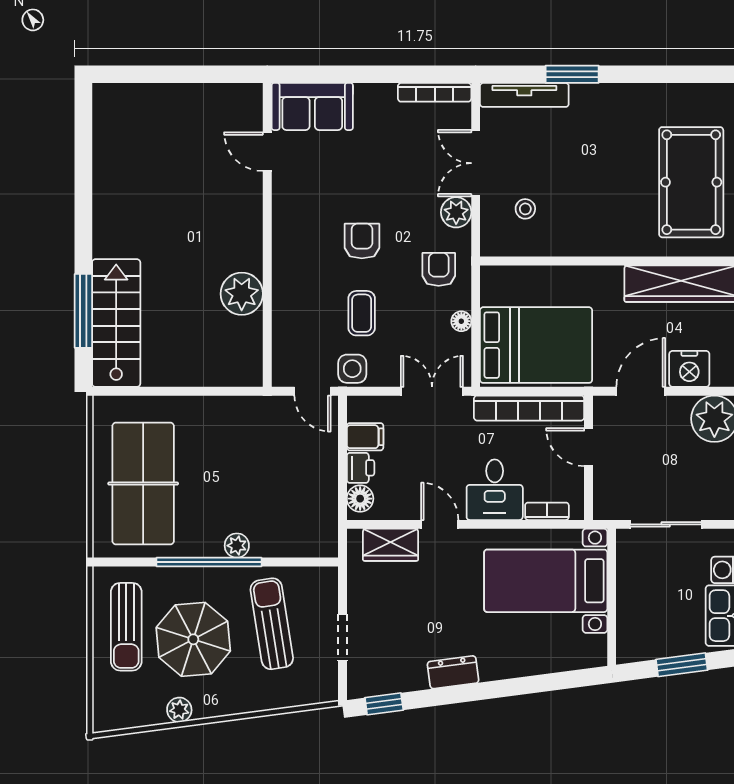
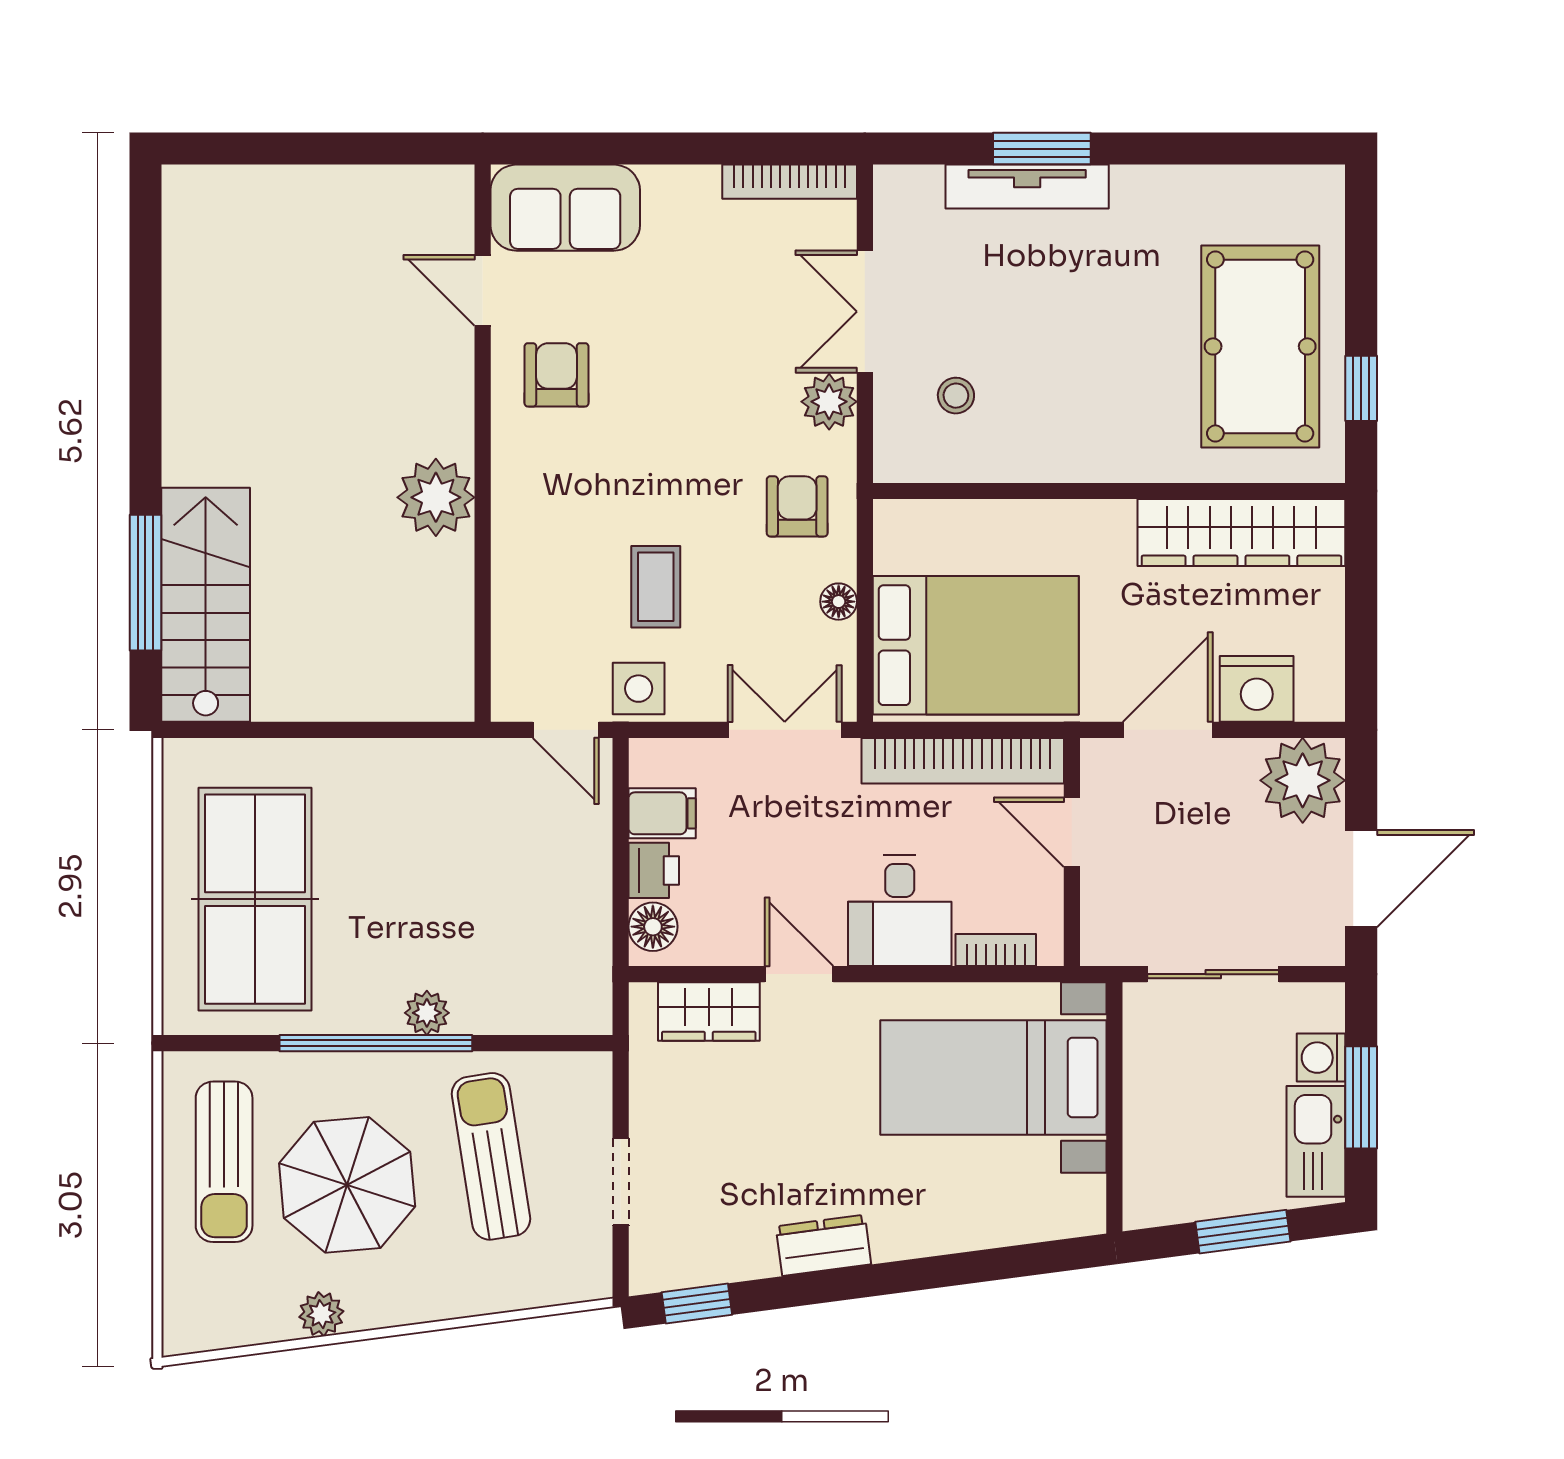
tv unit: (524, 95) -> (1027, 187), moved
armchair: (362, 241) -> (556, 375), moved
plant: (242, 294) -> (436, 497), moved

